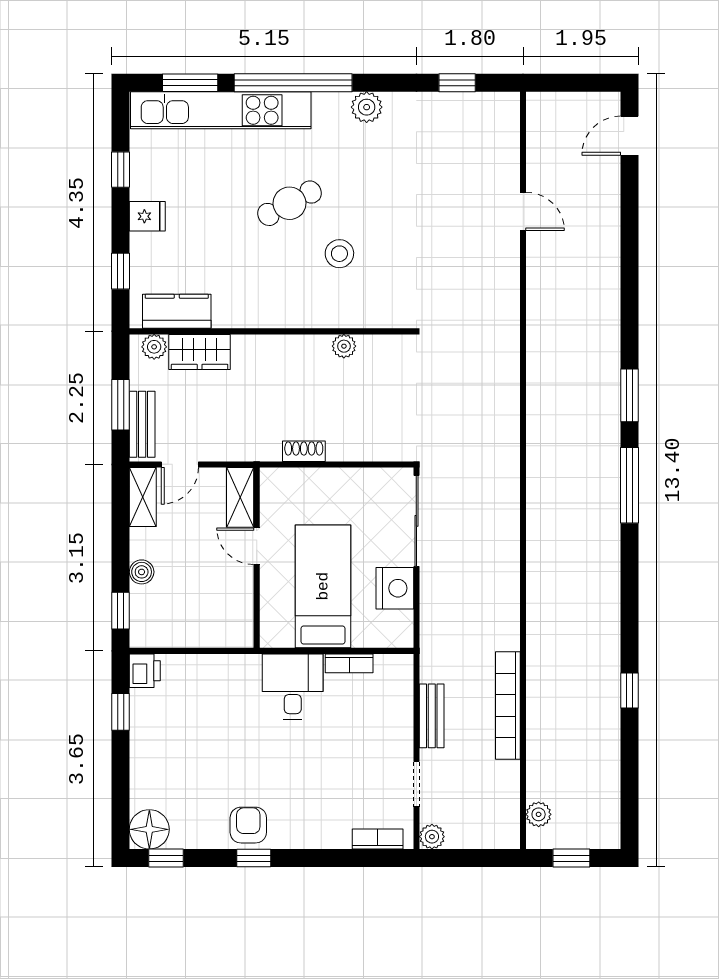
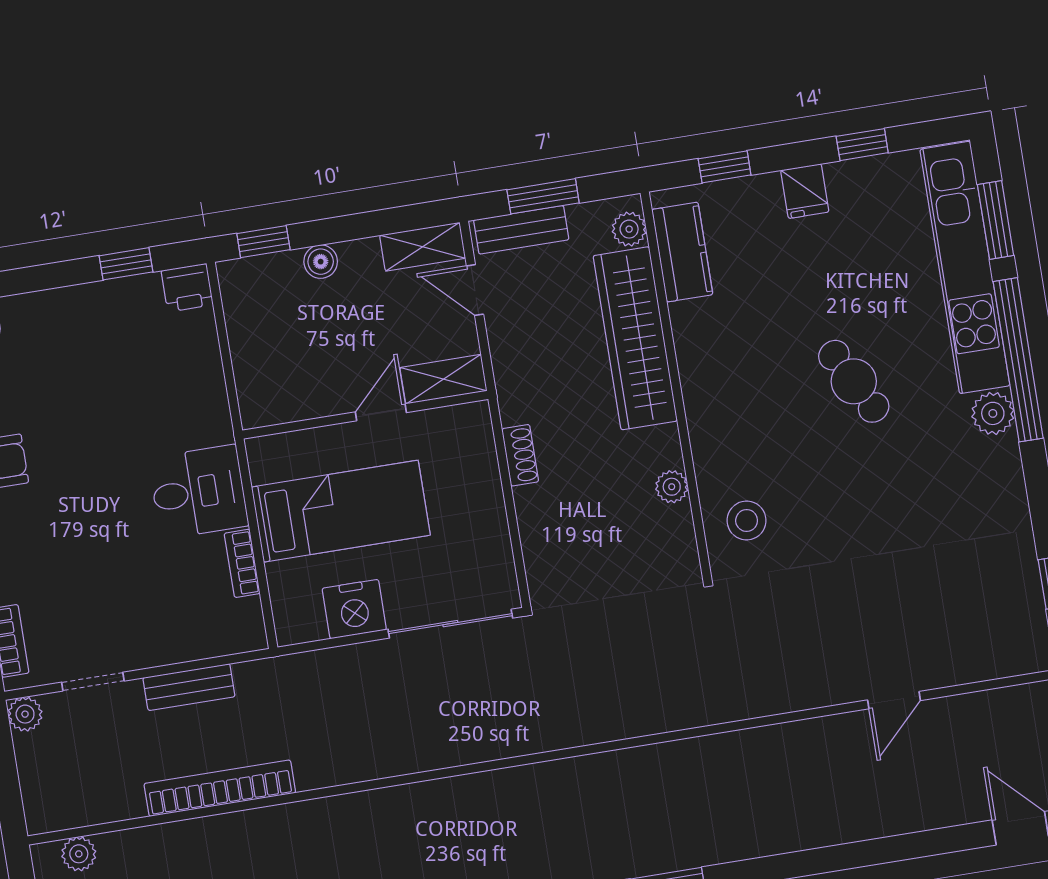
plant: (367, 107) -> (993, 413), moved
stool: (339, 254) -> (747, 520), moved
wardrobe: (200, 352) -> (635, 338), width x2.10, depth x1.17

